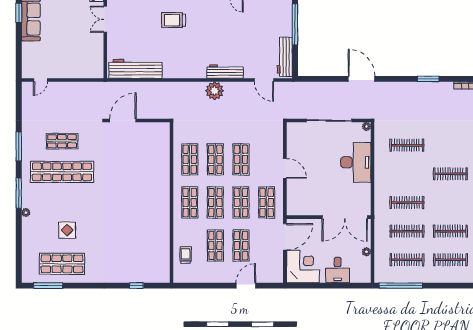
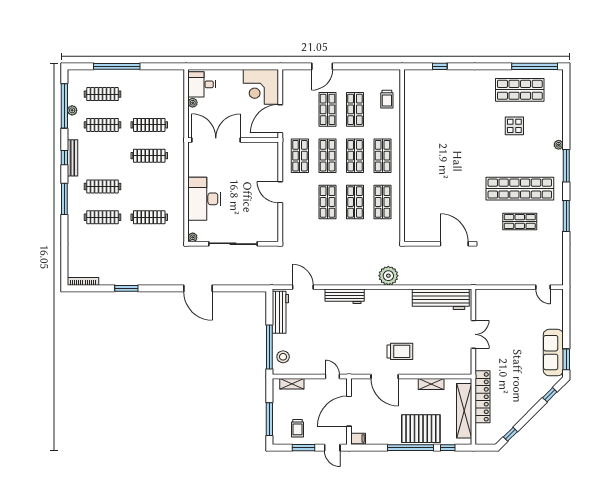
stool: (282, 15) -> (283, 357), added
double door: (105, 19) -> (473, 334), moved
door: (40, 80) -> (543, 287), swing flipped
plant: (215, 91) -> (388, 276), moved
door: (123, 120) -> (454, 244), swing flipped
clothes rail: (407, 260) -> (102, 217), moved
desk: (338, 270) -> (202, 84), moved, turned -90
window: (48, 286) -> (535, 66), width x1.46
window: (401, 286) -> (117, 66), moved

